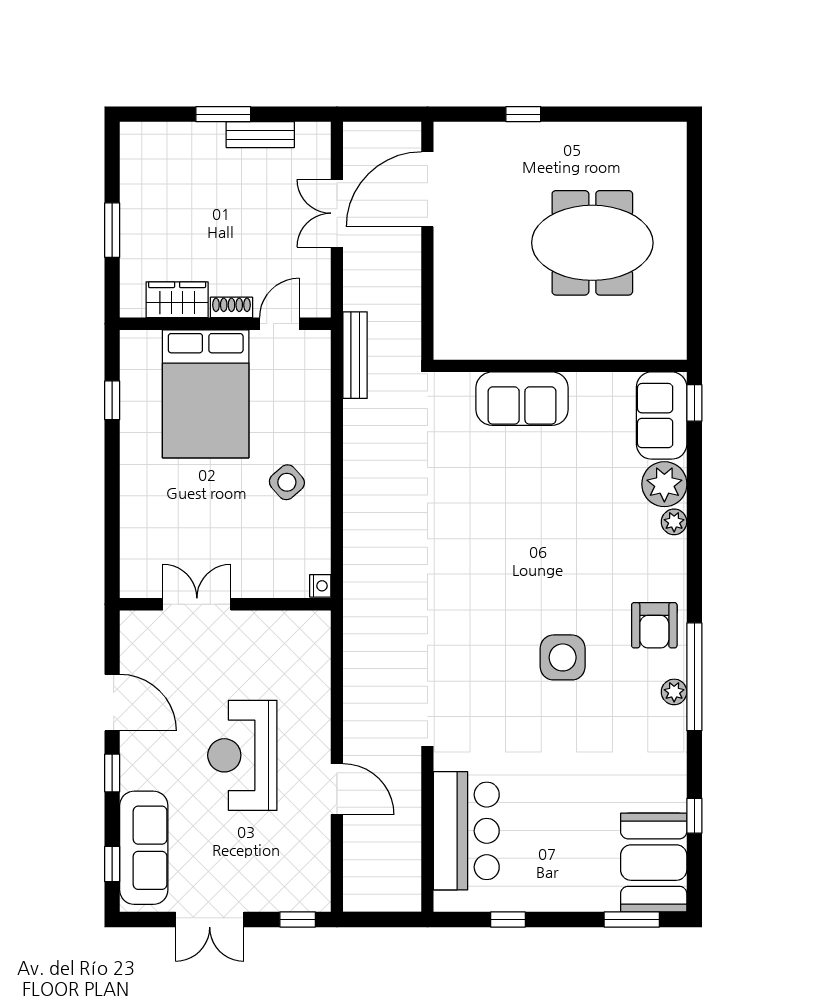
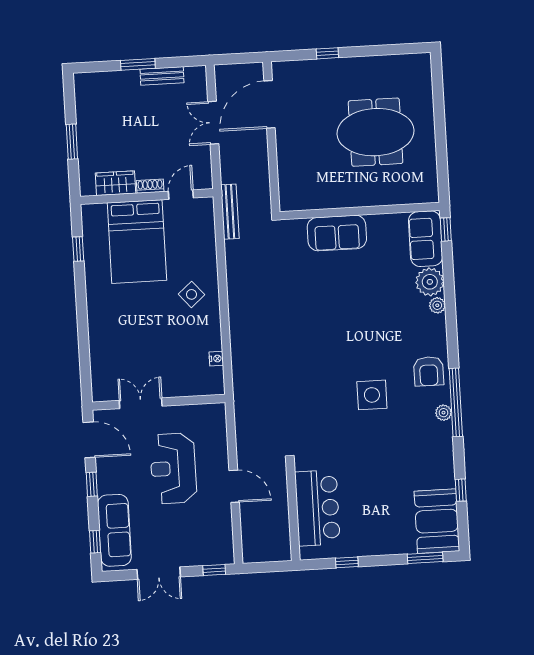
double door: (197, 604) -> (141, 403), moved
wall: (225, 604) -> (159, 402), moved

